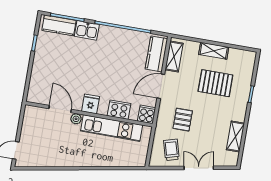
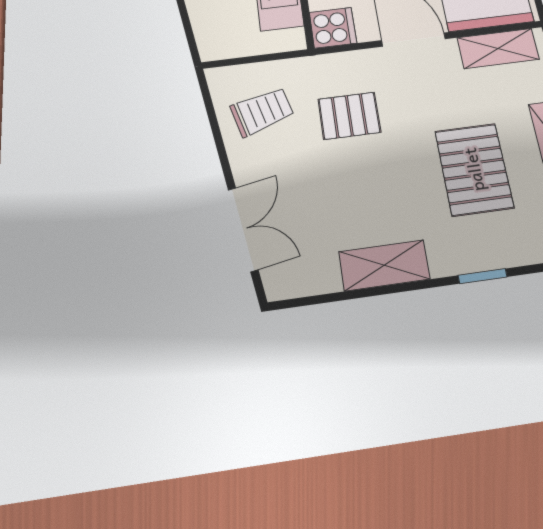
shelving: (235, 137) -> (384, 265), moved
double door: (199, 168) -> (243, 229), moved

